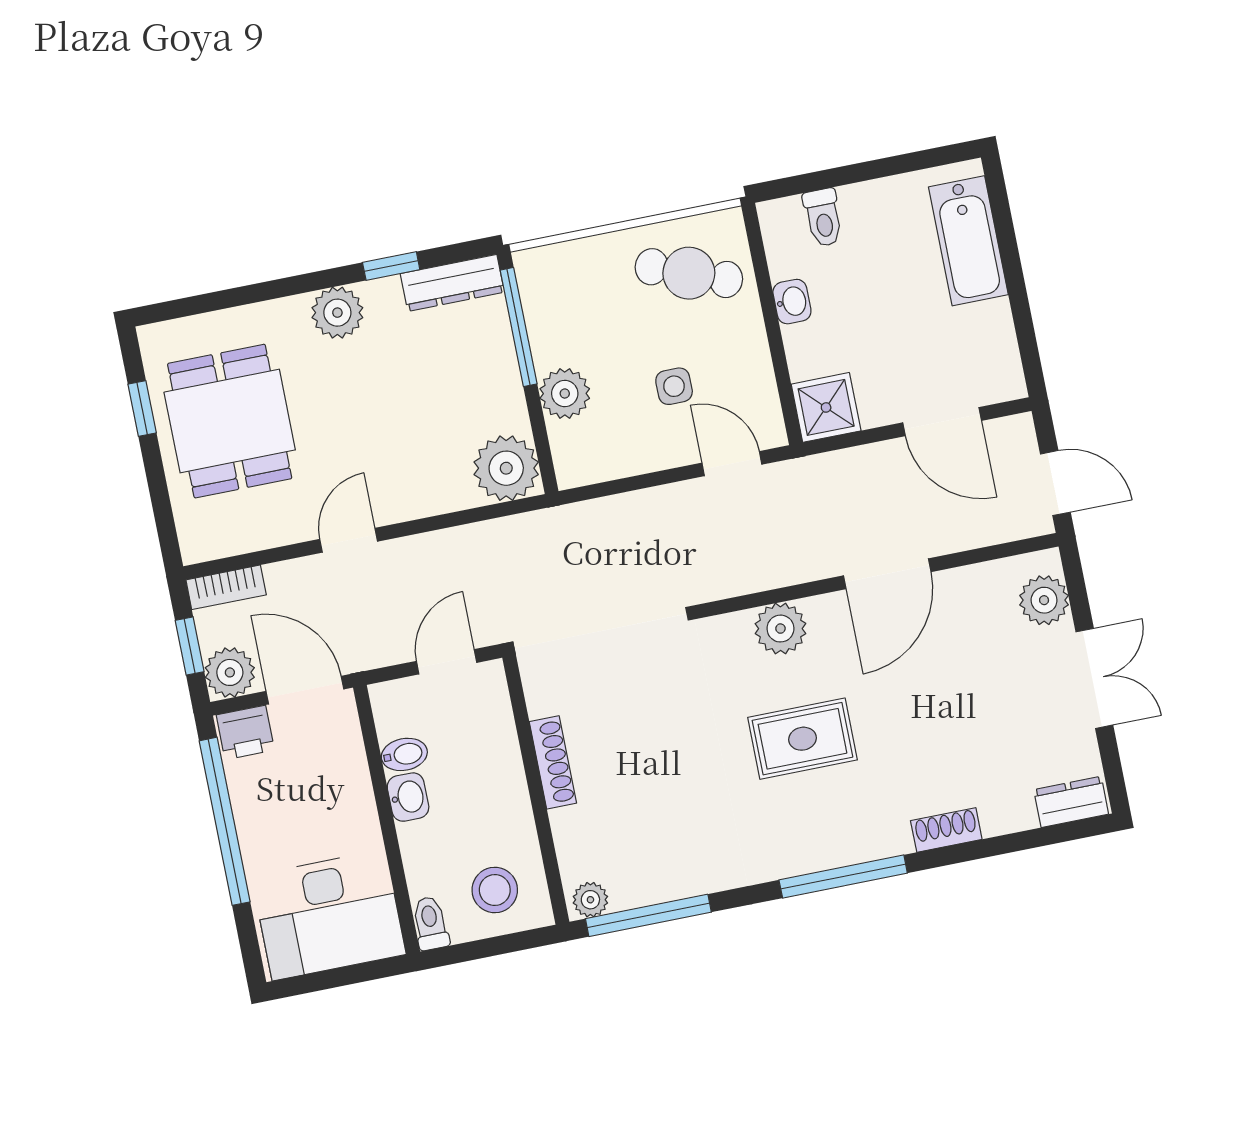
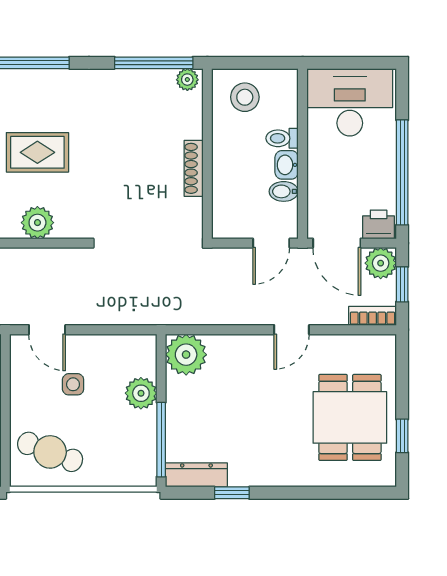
plant: (337, 313) -> (271, 471), removed
door: (447, 662) -> (271, 243), moved
toilet: (430, 923) -> (282, 138), moved, turned 90

